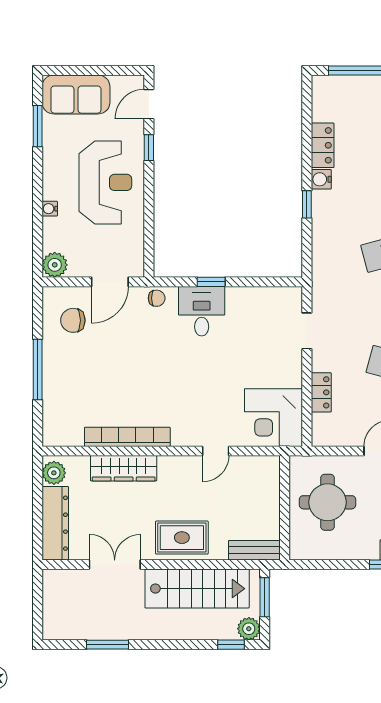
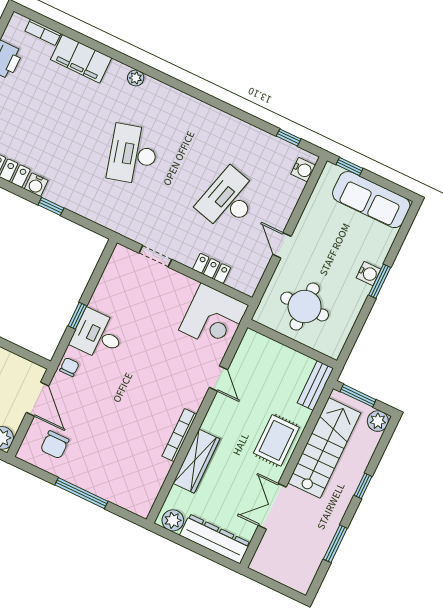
bookcase: (127, 437) -> (179, 435), width x0.68, depth x0.76
window: (231, 645) -> (363, 486), moved

